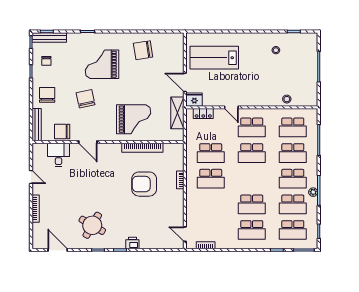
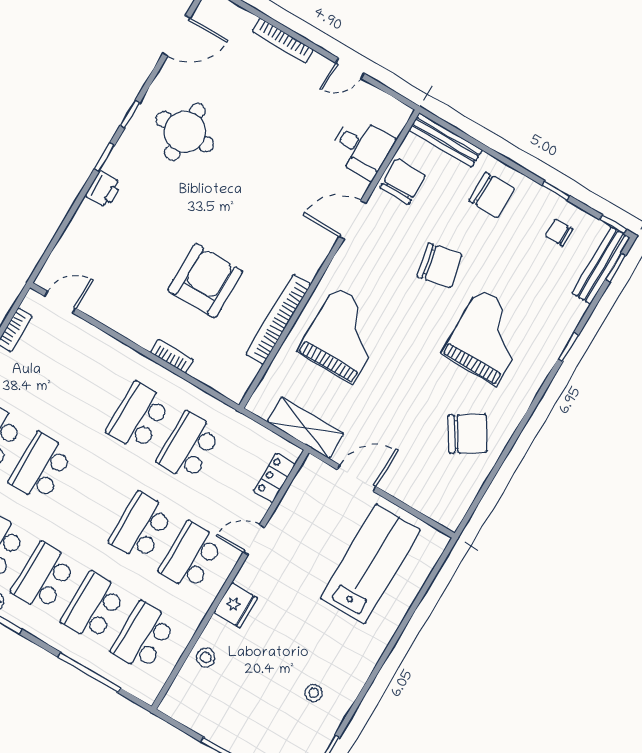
chair: (143, 50) -> (468, 434), turned 67
fridge: (194, 100) -> (236, 605), moved
grand piano: (134, 119) -> (344, 335), turned 180
round table: (92, 225) -> (185, 132), turned -30

